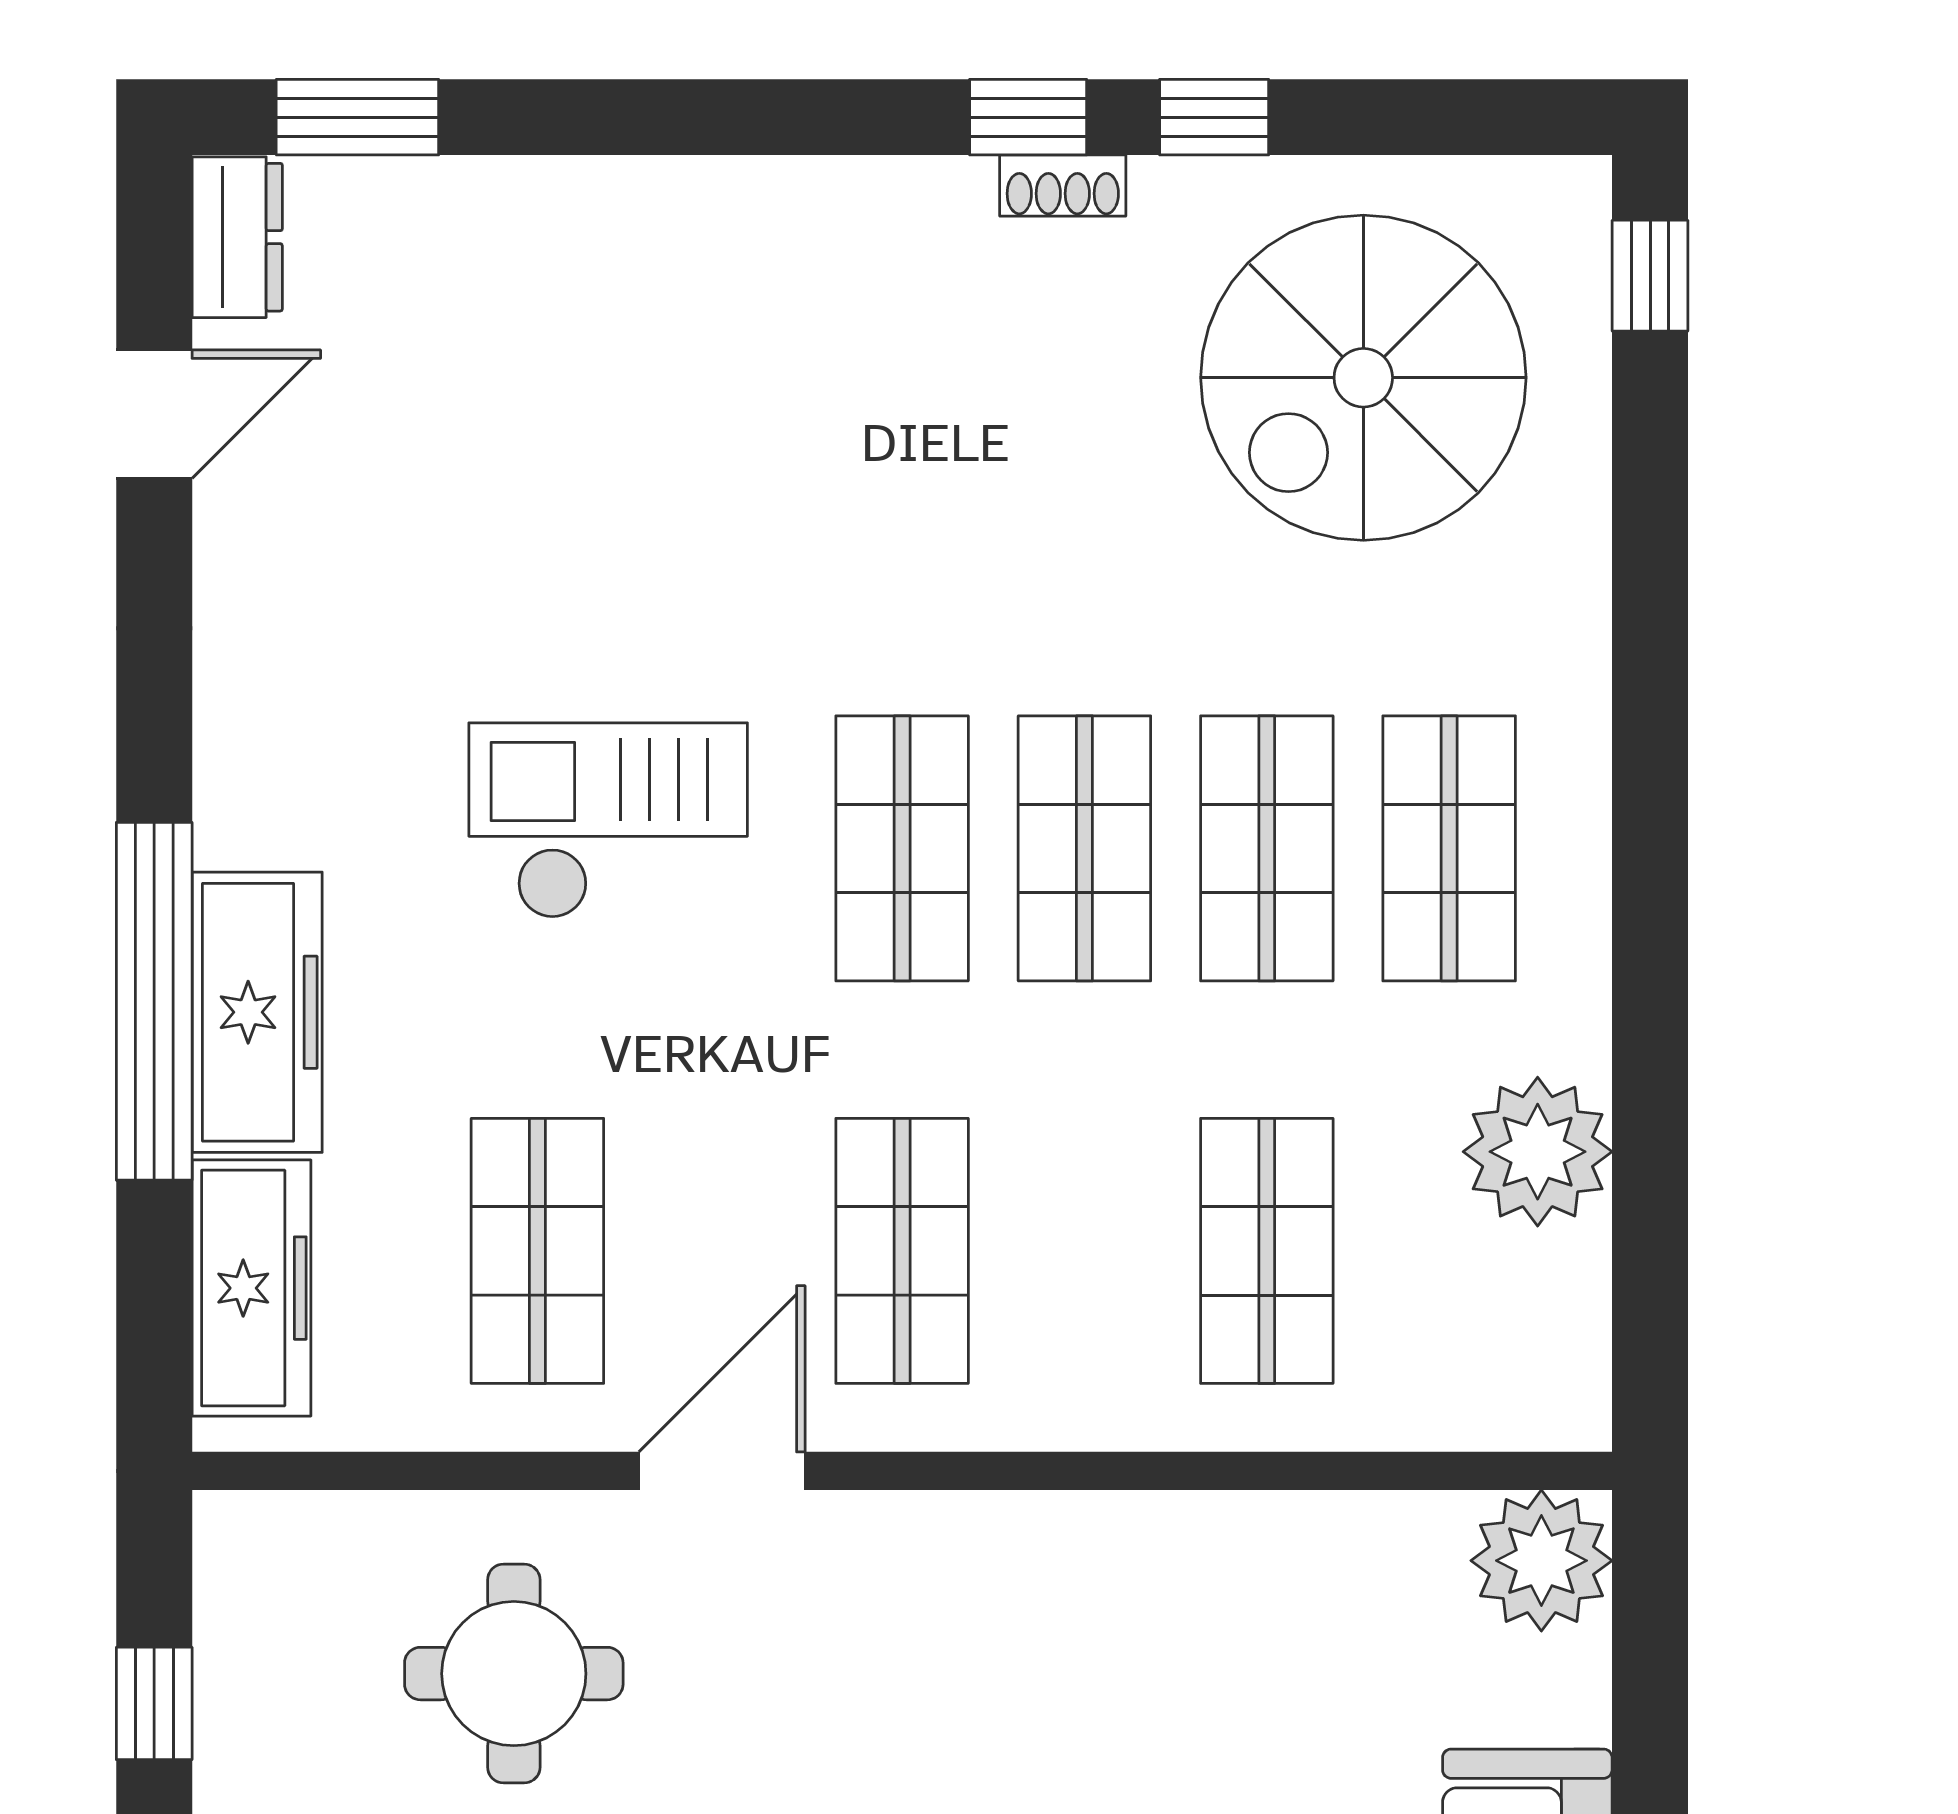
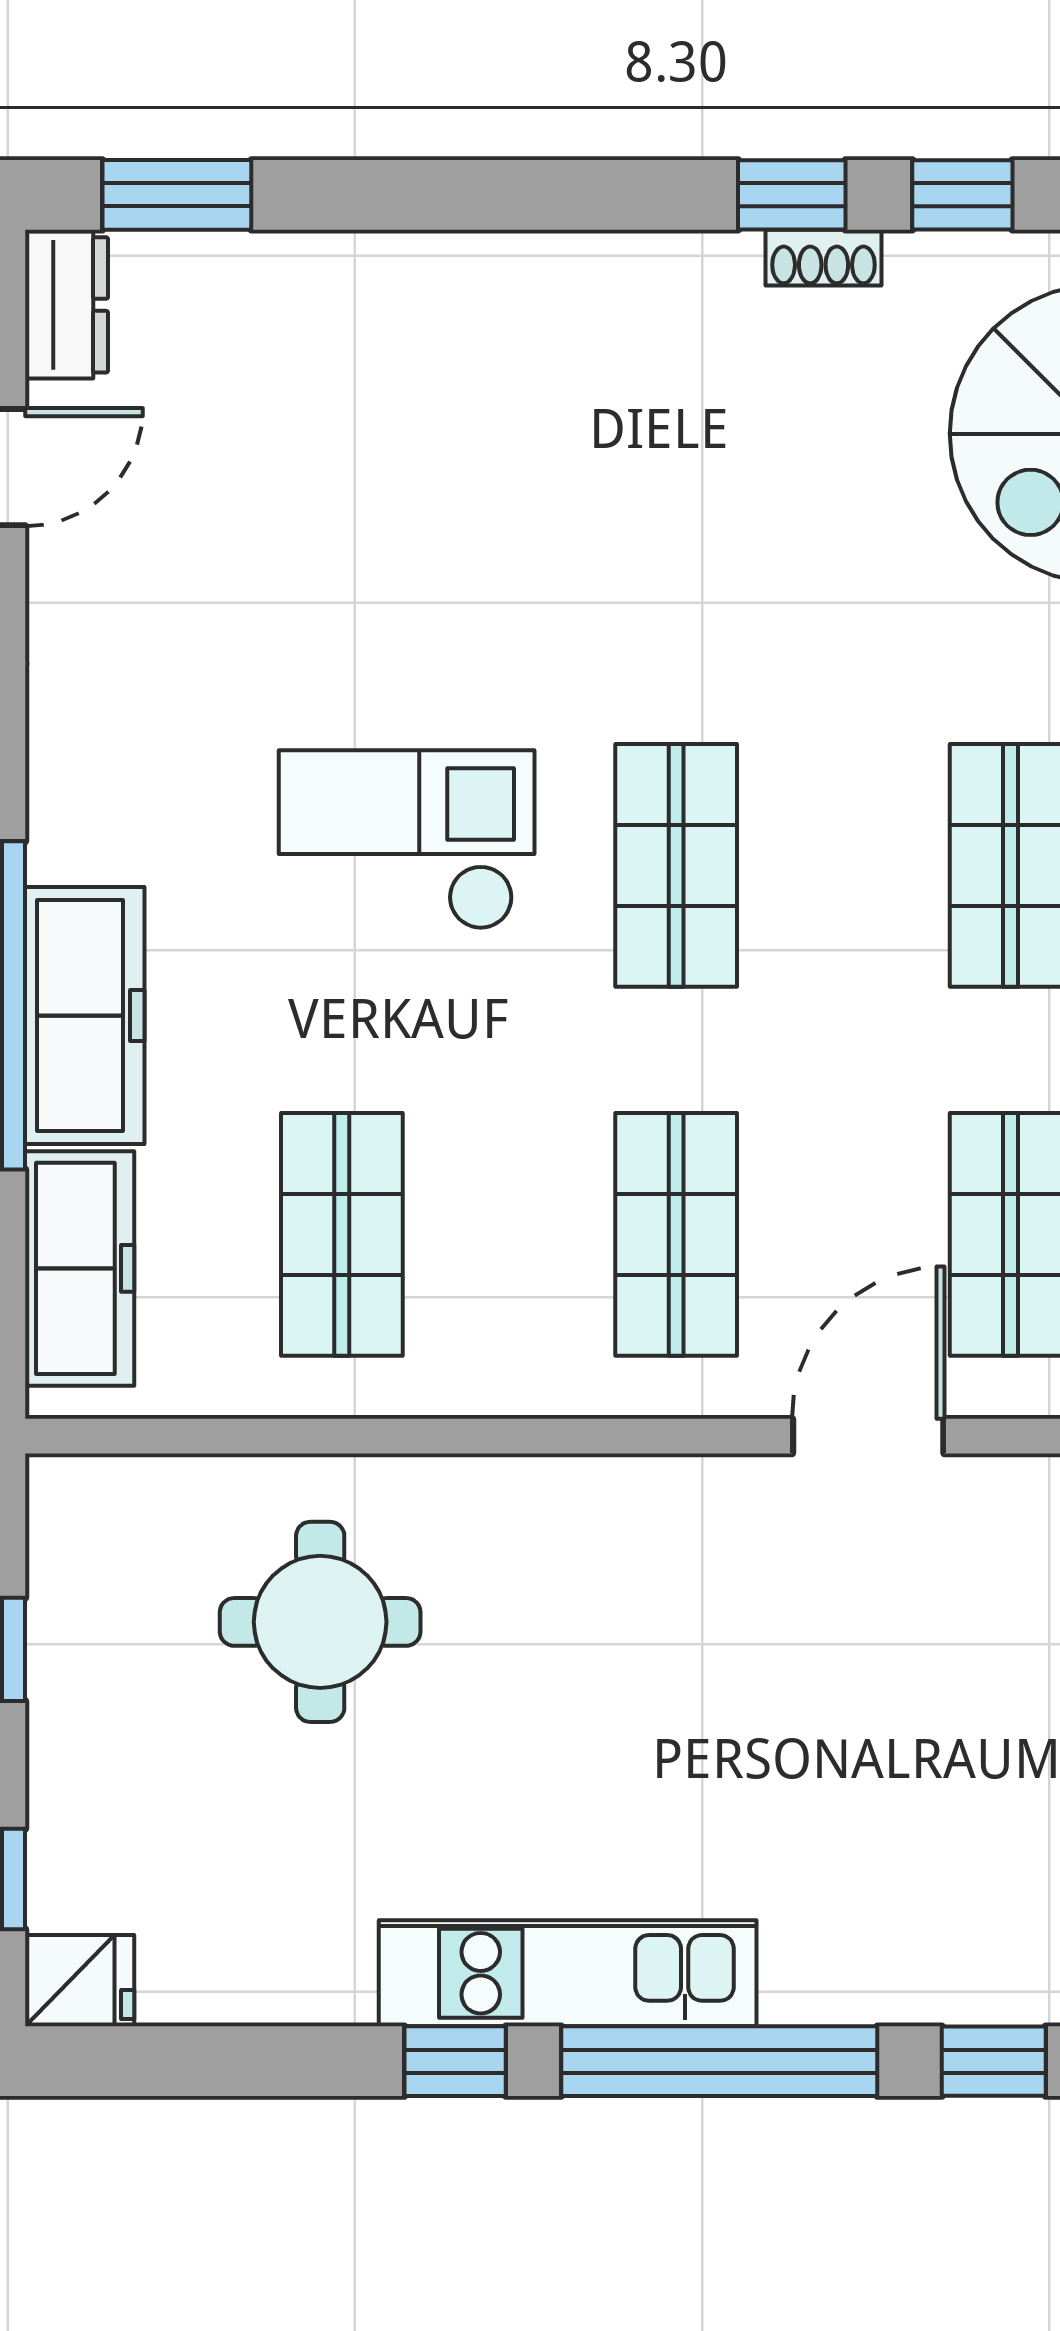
shop shelf: (1084, 848) -> (843, 865), removed
door: (722, 1471) -> (868, 1436), moved

